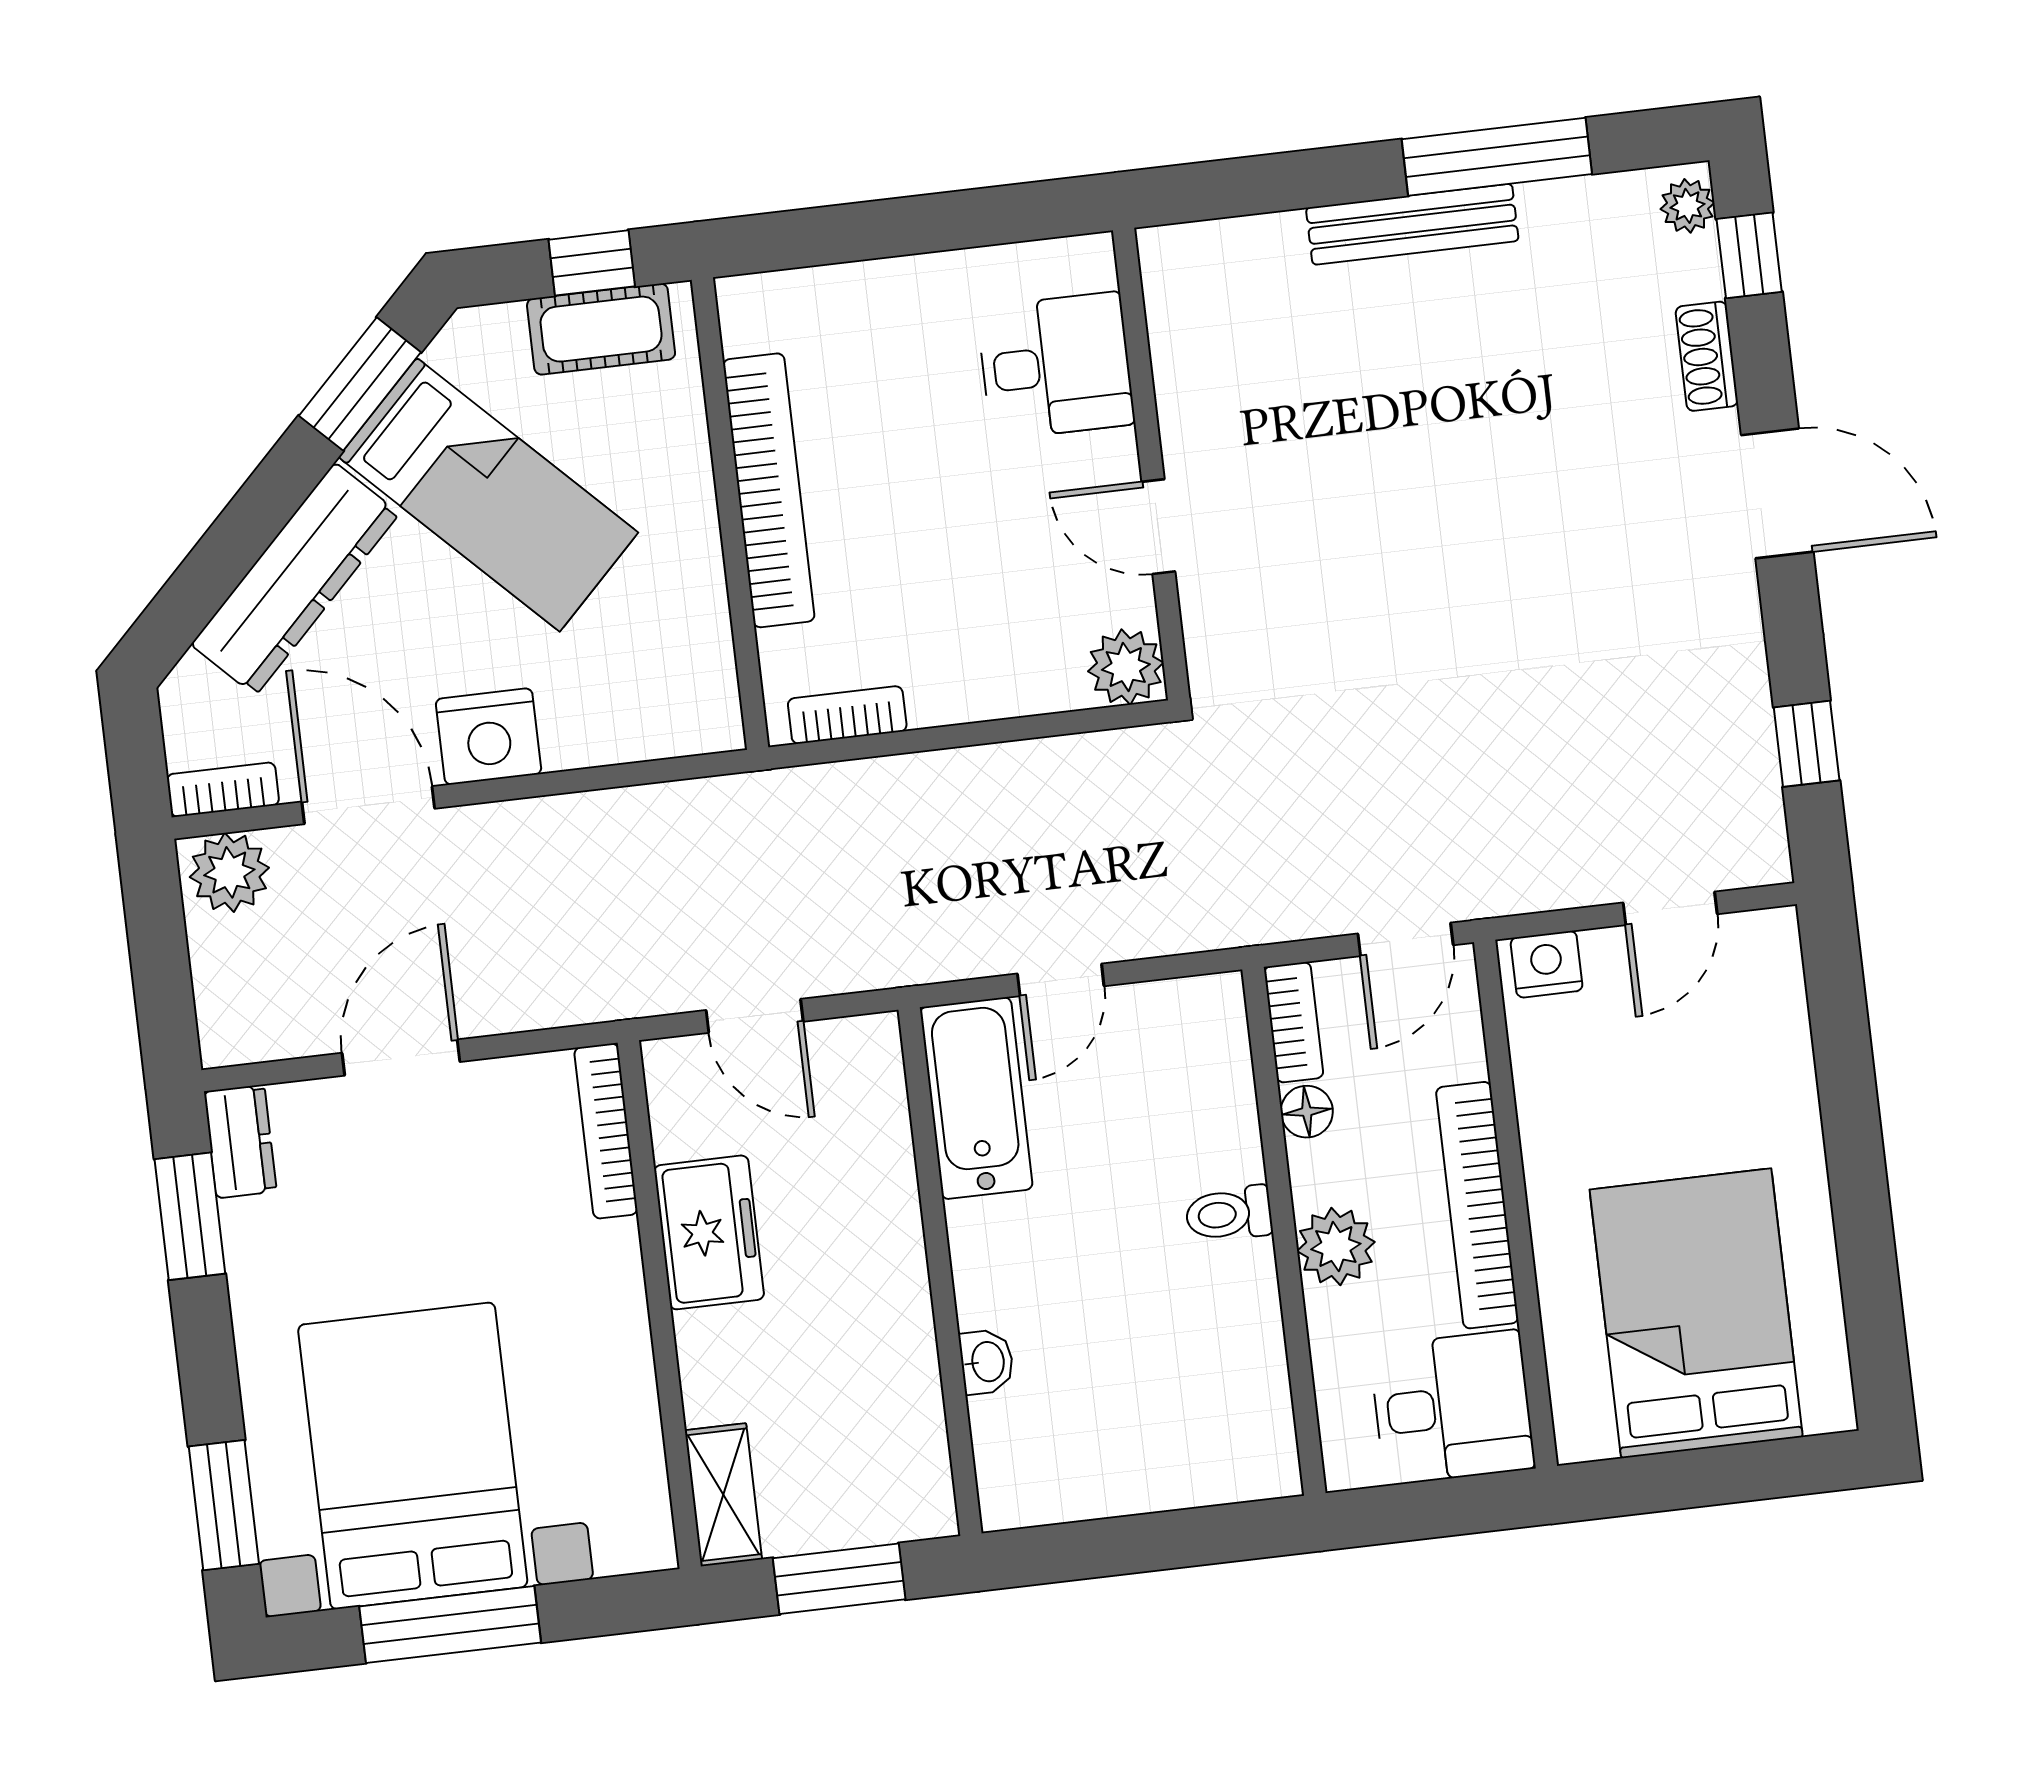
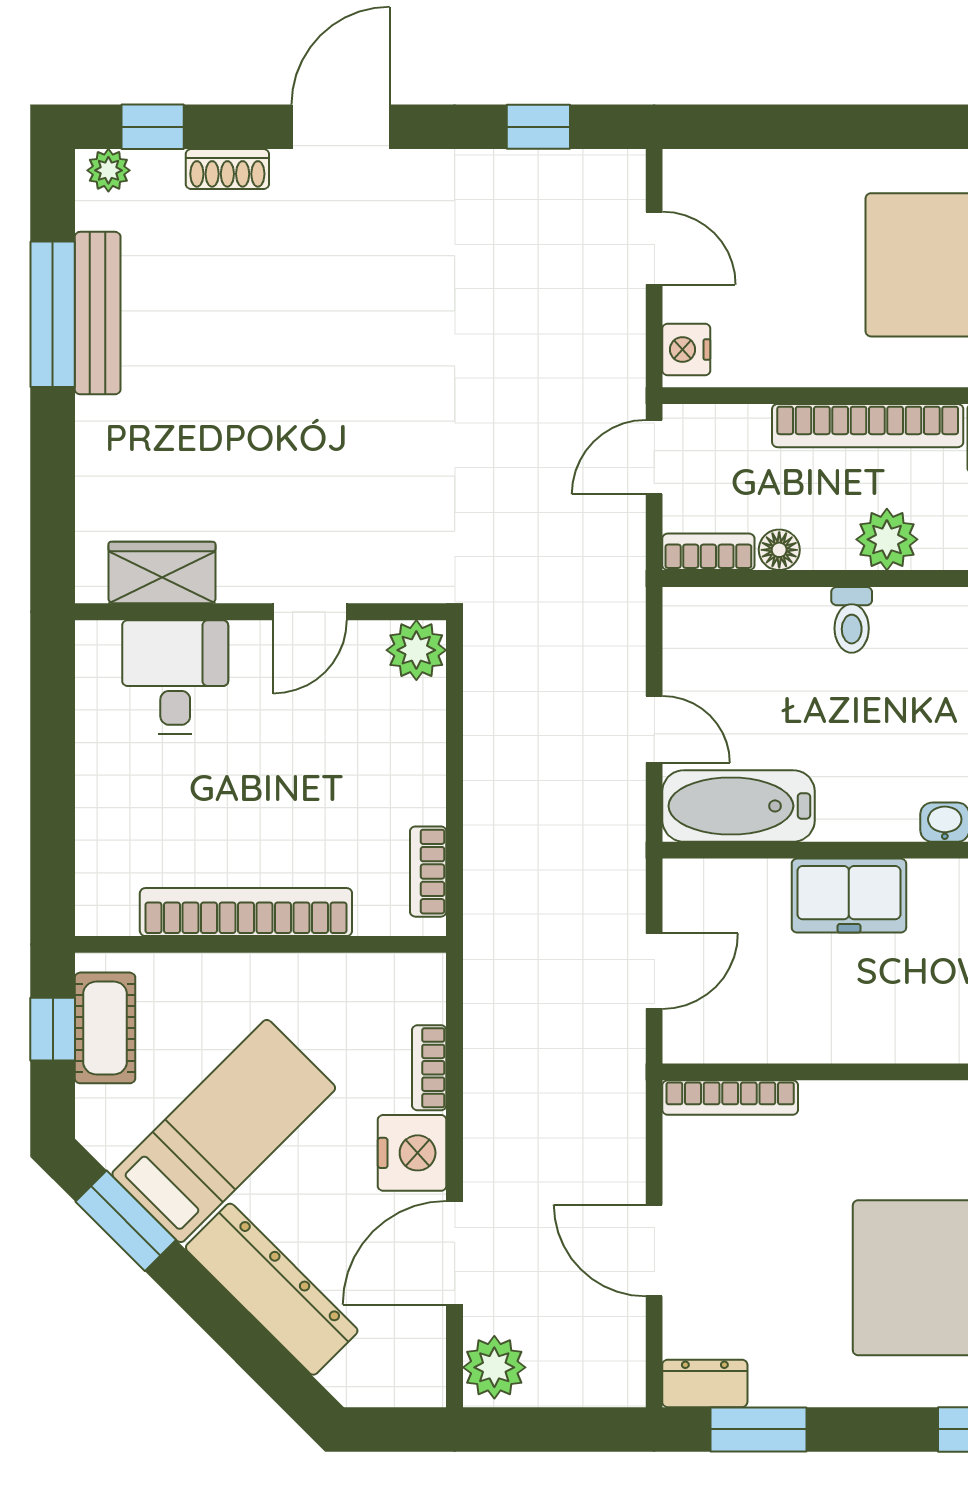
bench: (1412, 224) -> (98, 313), moved
wardrobe: (1186, 333) -> (162, 573), added
bookcase: (223, 790) -> (429, 1068), moved
door: (1406, 939) -> (654, 457), swing flipped
freezer: (709, 1232) -> (849, 896), moved, turned 180

